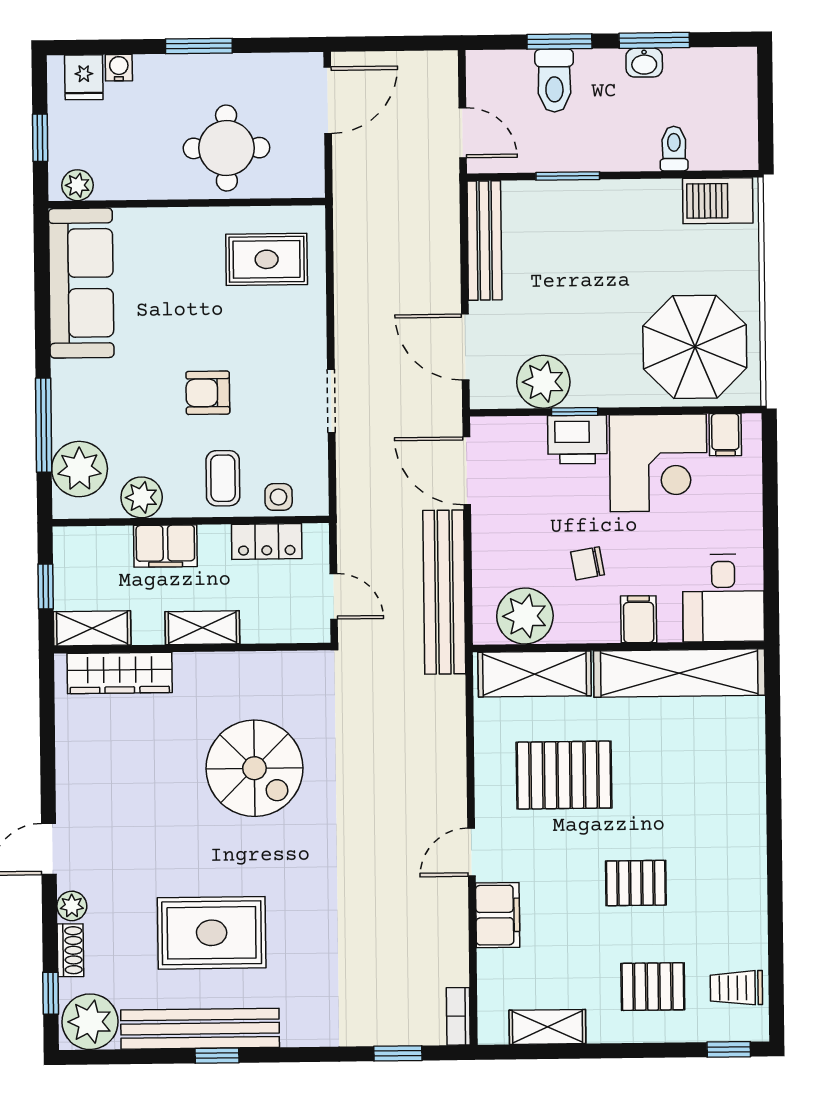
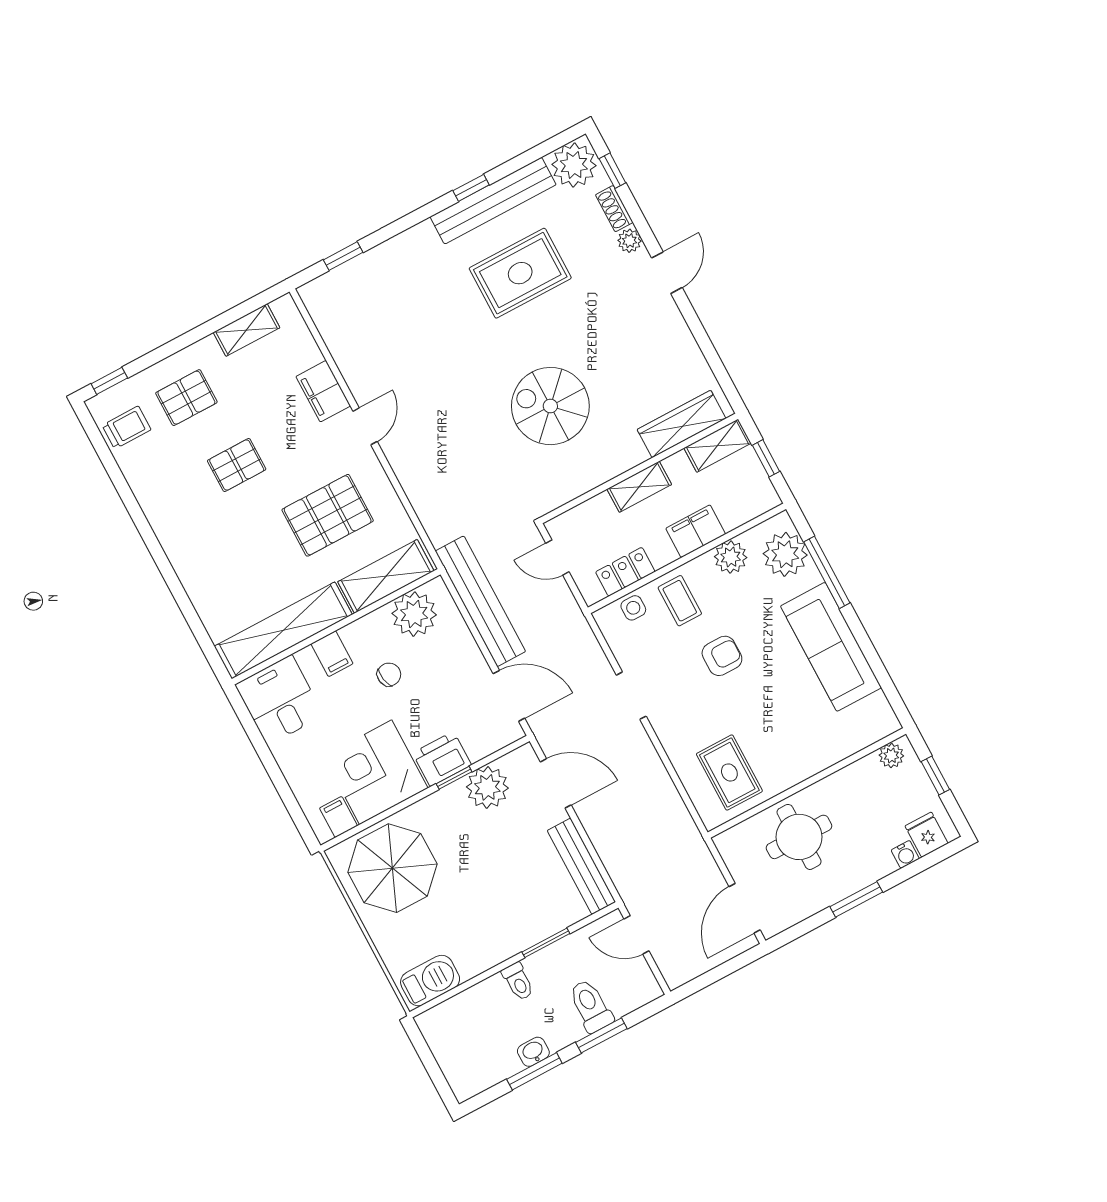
toilet: (674, 149) -> (518, 981), moved
rug: (267, 259) -> (729, 773), turned 90
sofa: (81, 283) -> (831, 647), moved
bookcase: (458, 1016) -> (314, 305), removed

